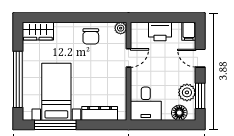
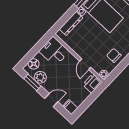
printer: (160, 31) -> (92, 83), moved

